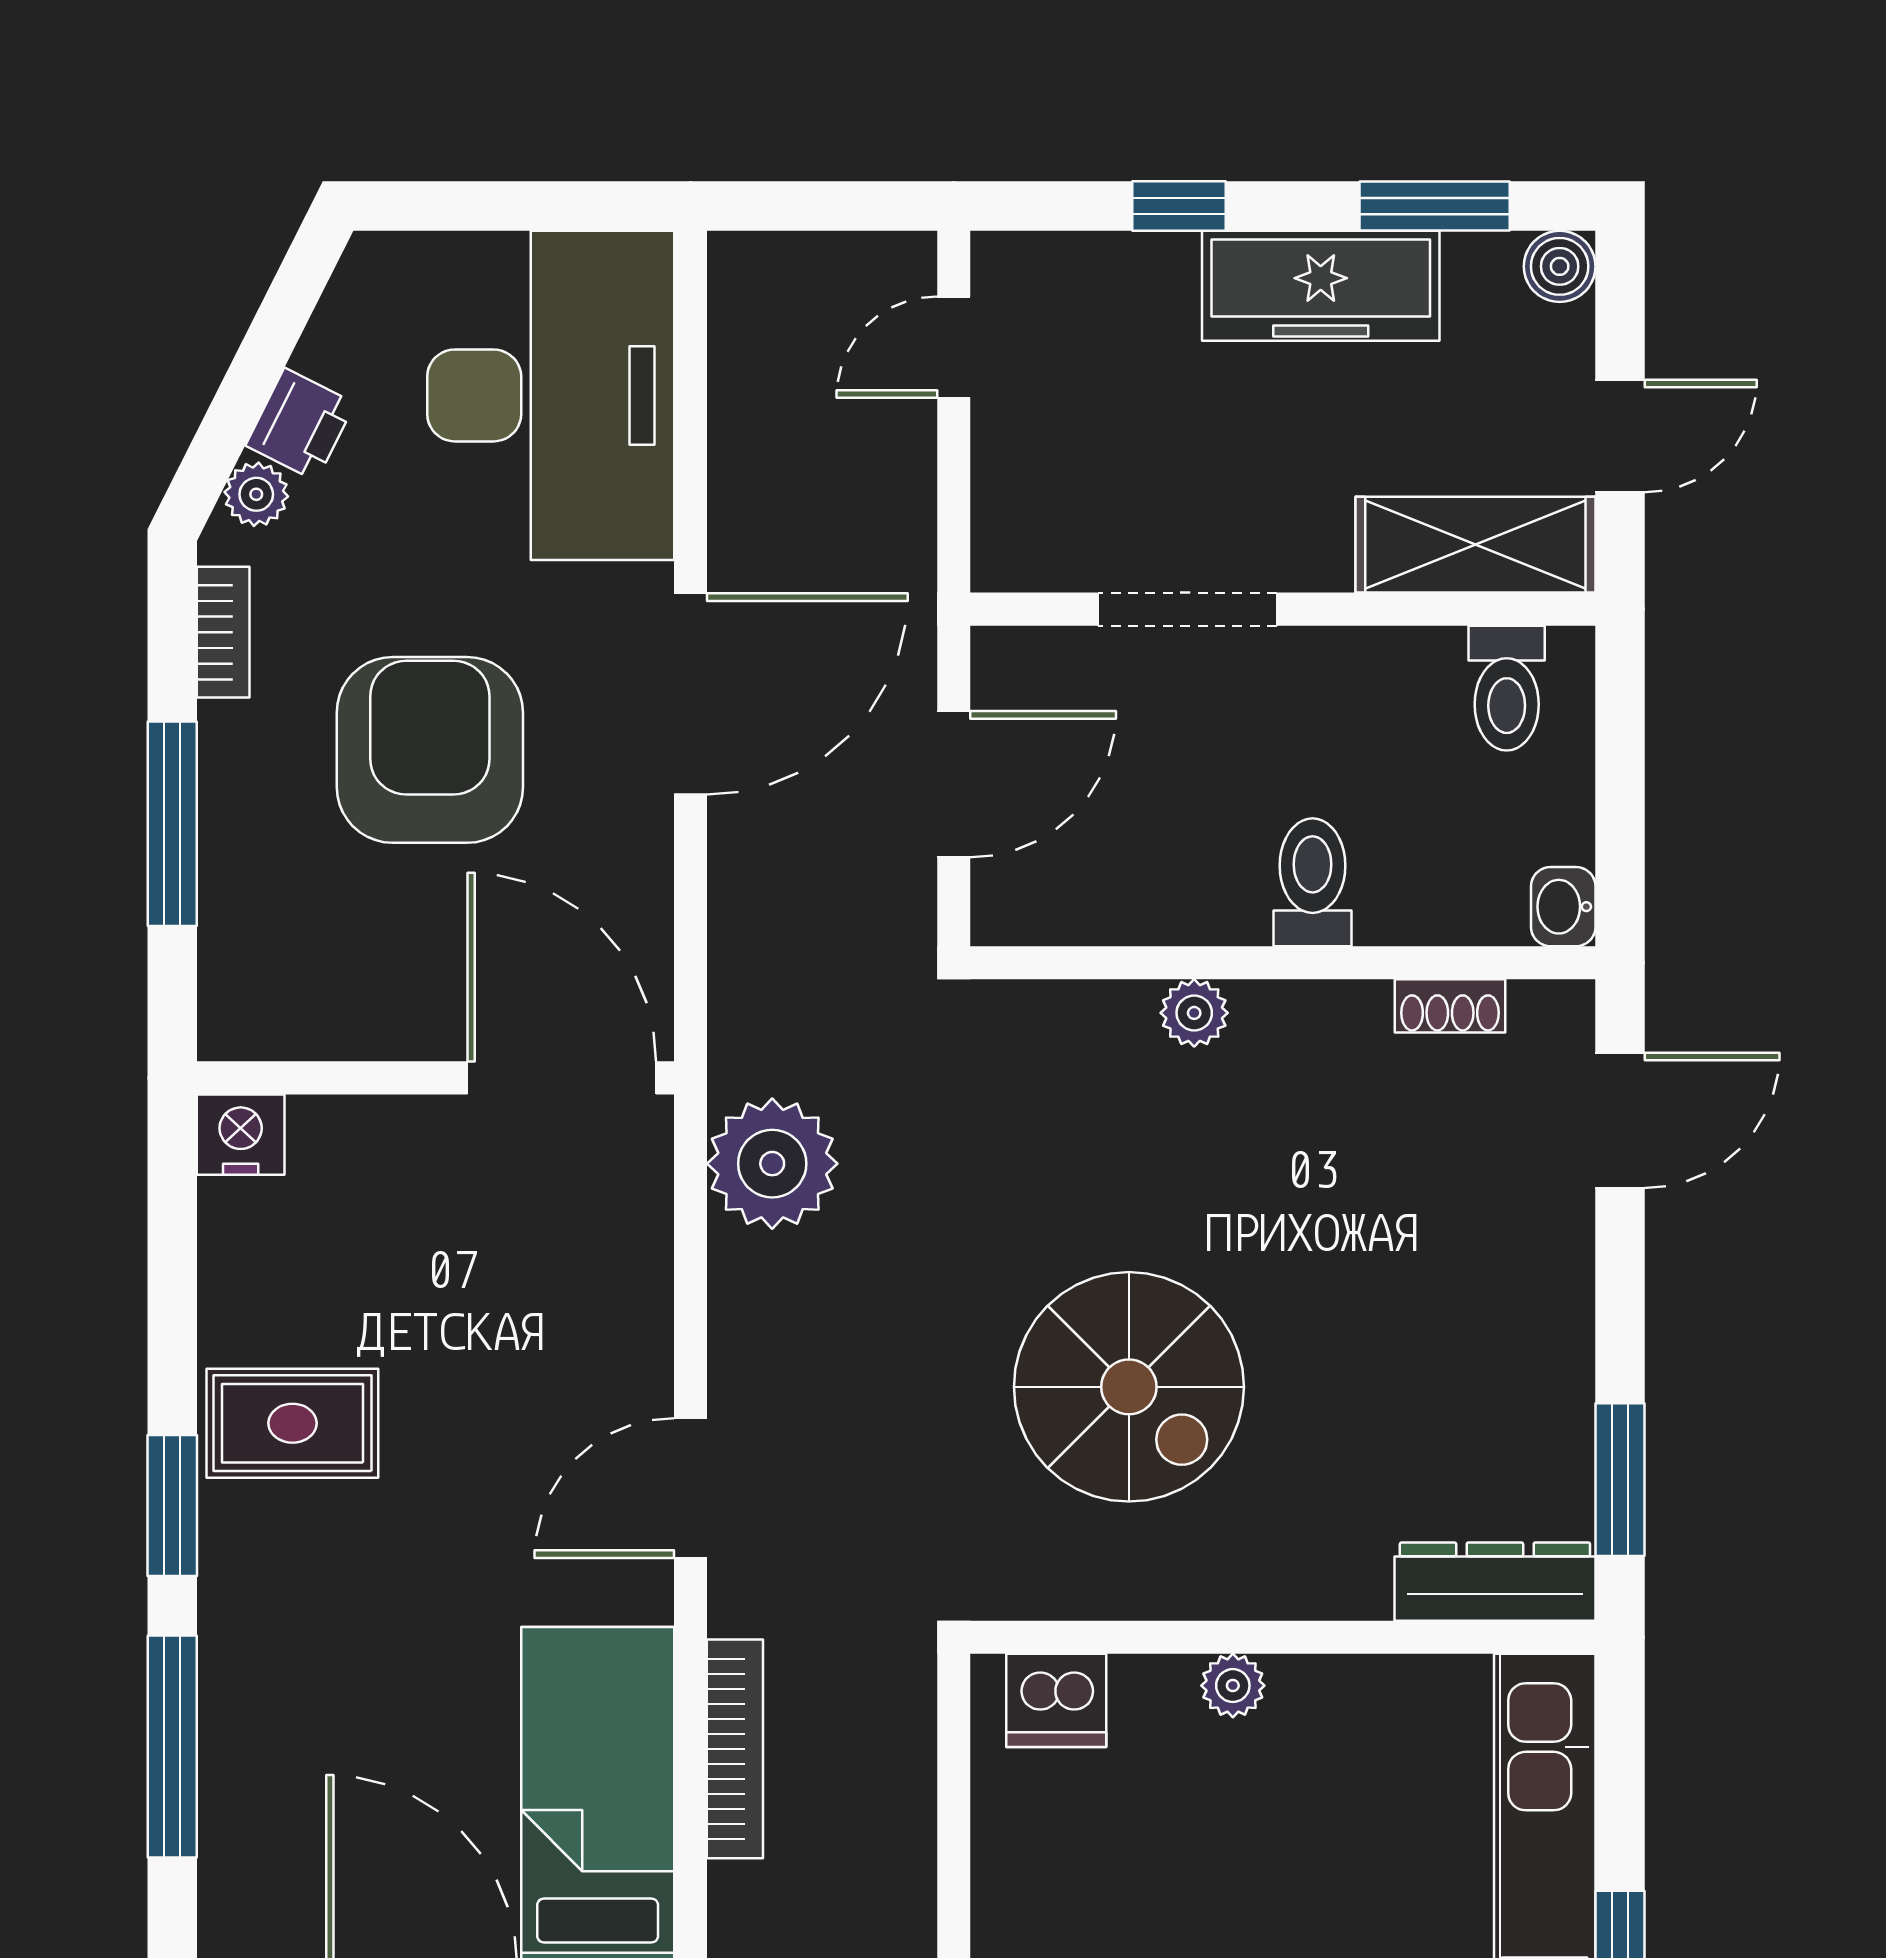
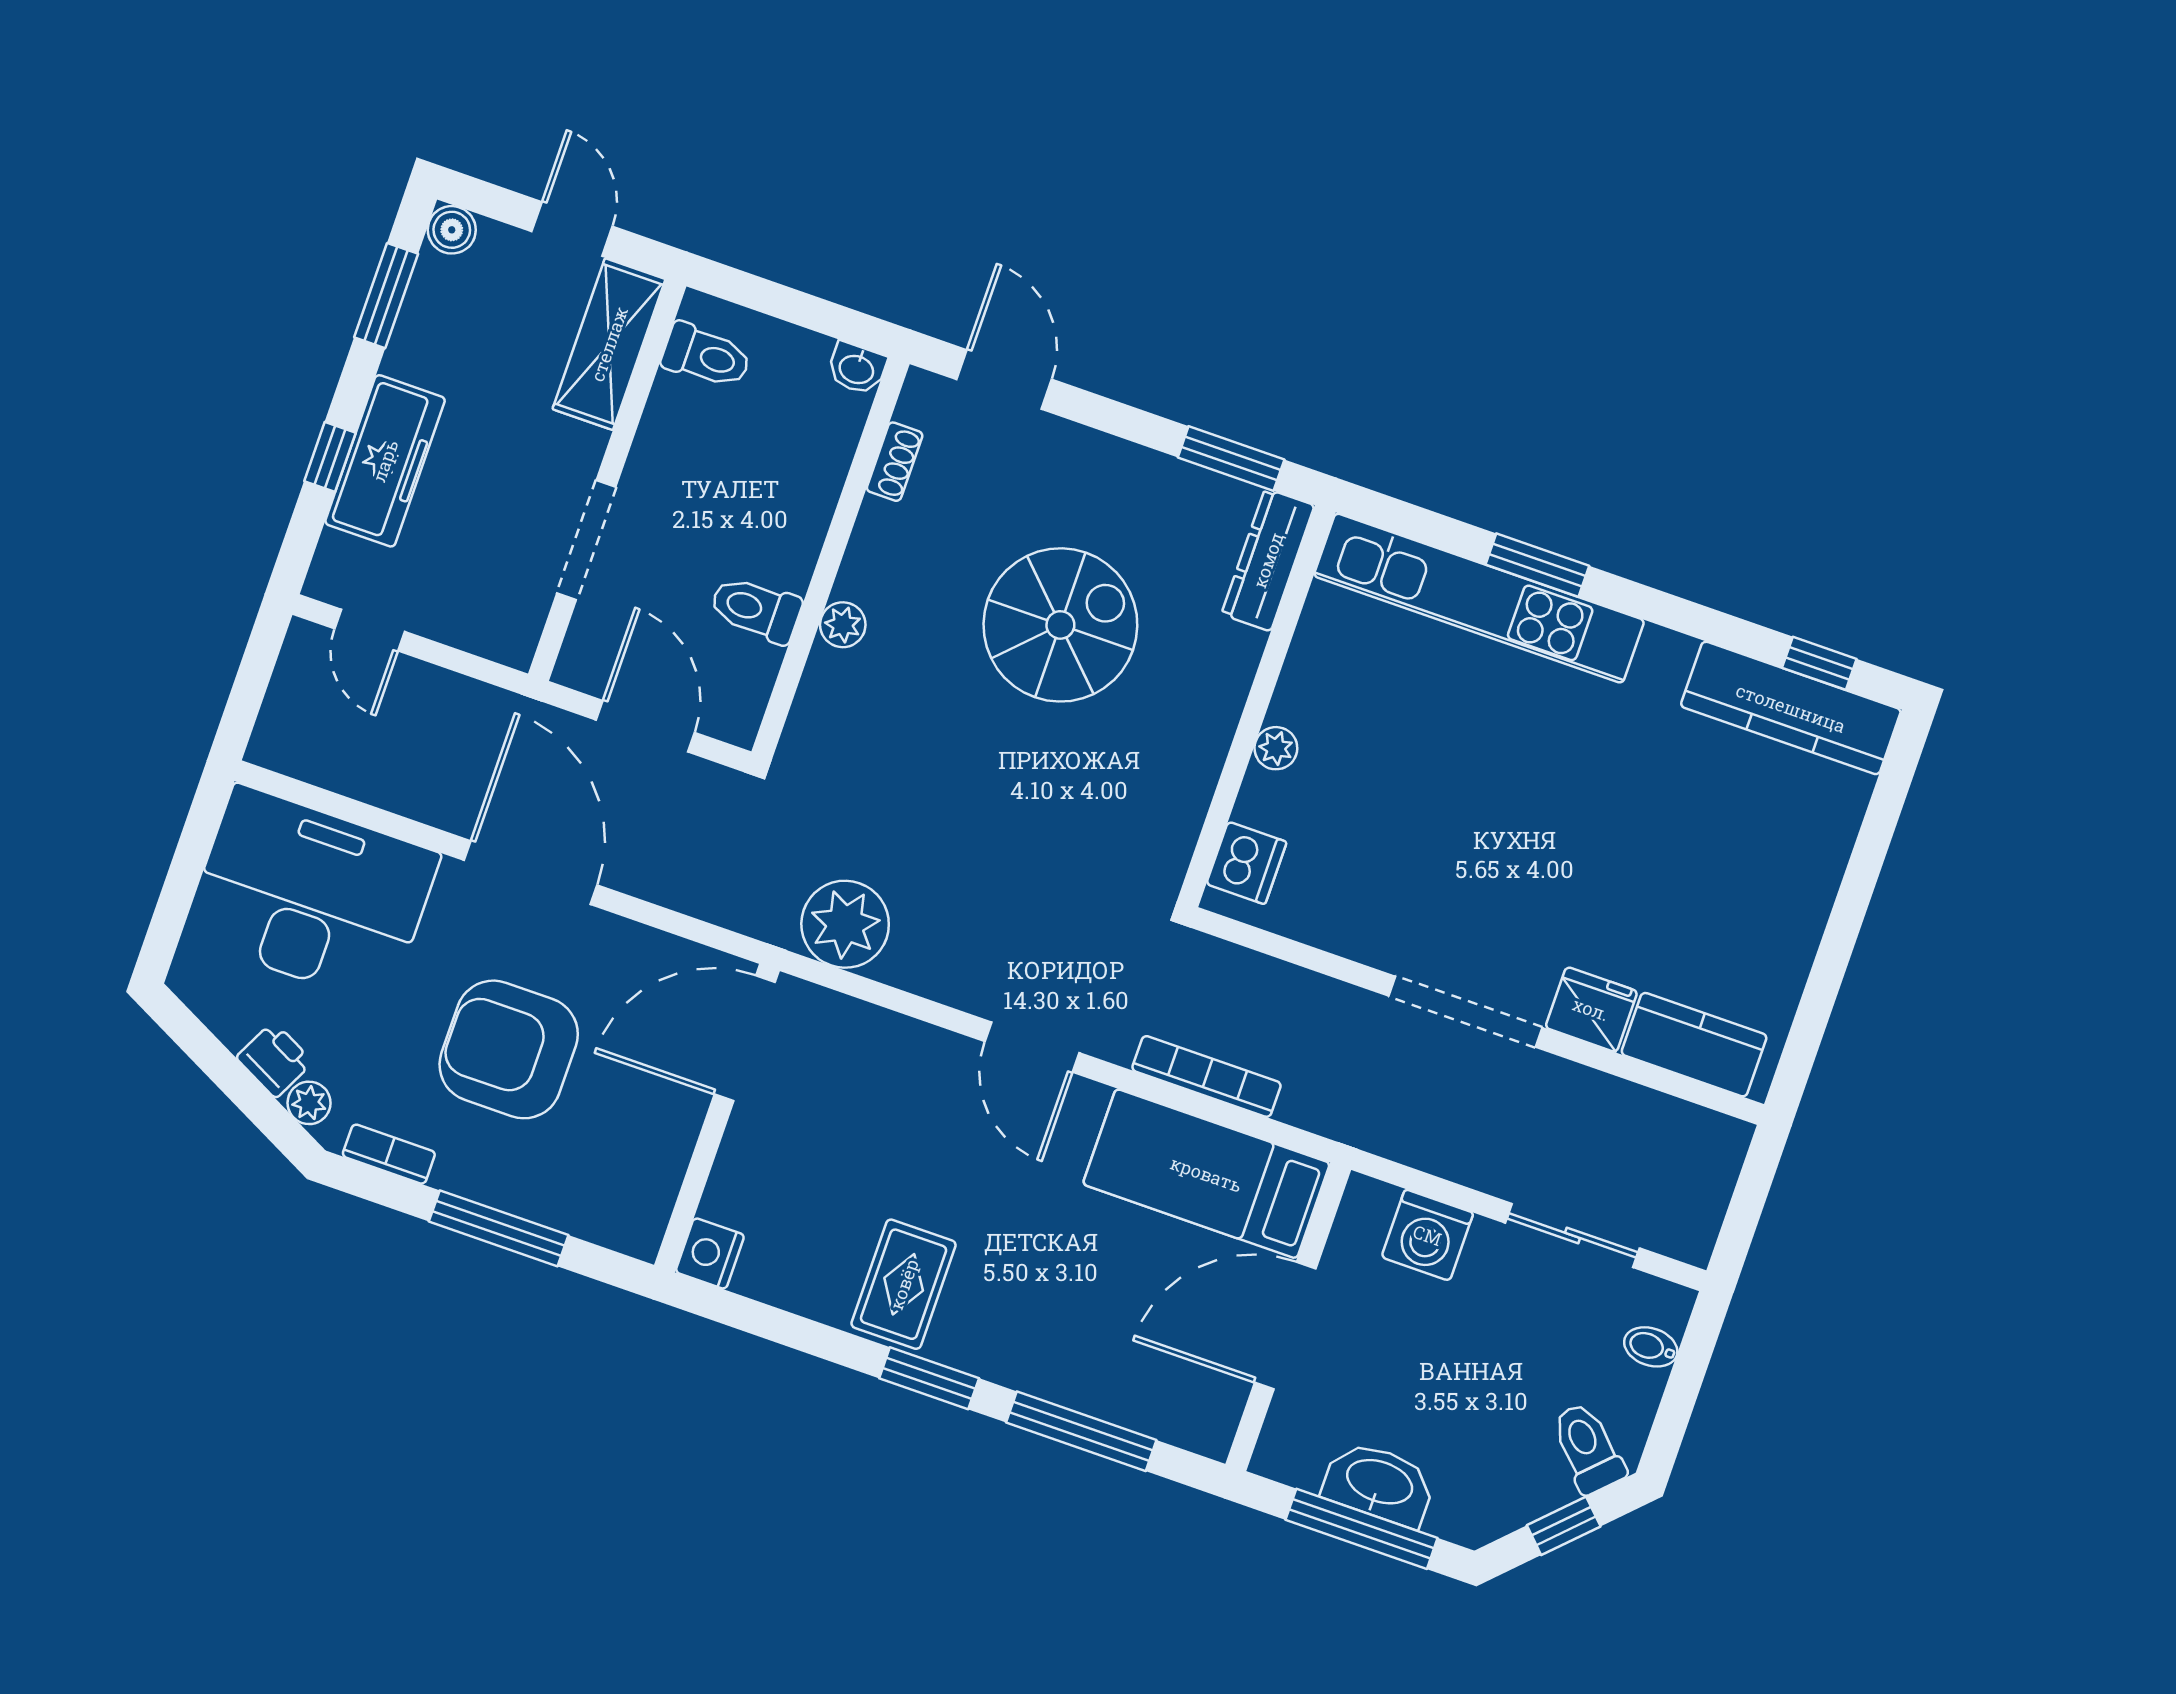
freezer: (1321, 286) -> (385, 461), moved
toilet: (1313, 882) -> (756, 609), moved
spiral stairs: (1129, 1387) -> (1060, 625), moved

